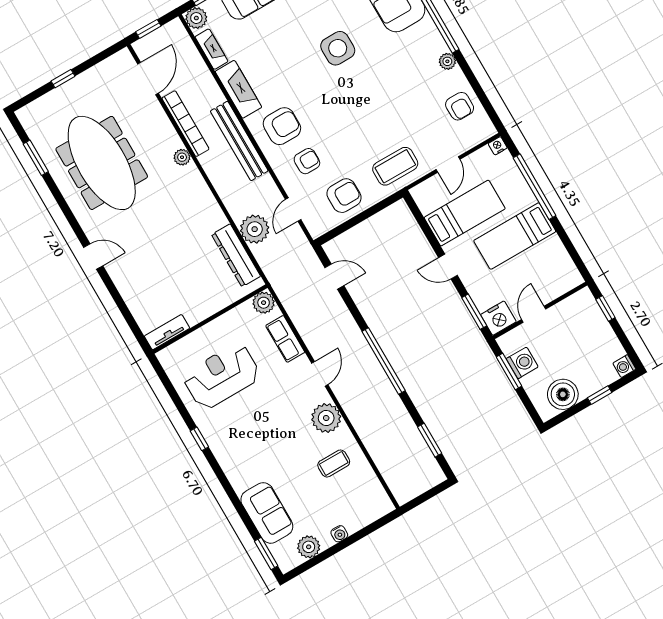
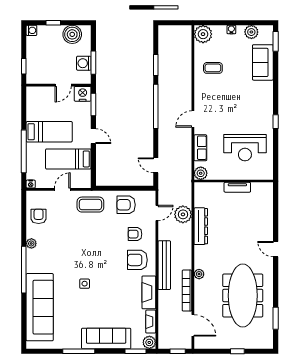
side table: (338, 48) -> (85, 284), width x0.54, depth x0.54
door: (148, 79) -> (193, 325), swing flipped
dresser: (236, 255) -> (201, 226), moved
tv unit: (167, 332) -> (237, 187), moved
plant: (326, 418) -> (203, 34), moved
window: (430, 440) -> (156, 65), moved

